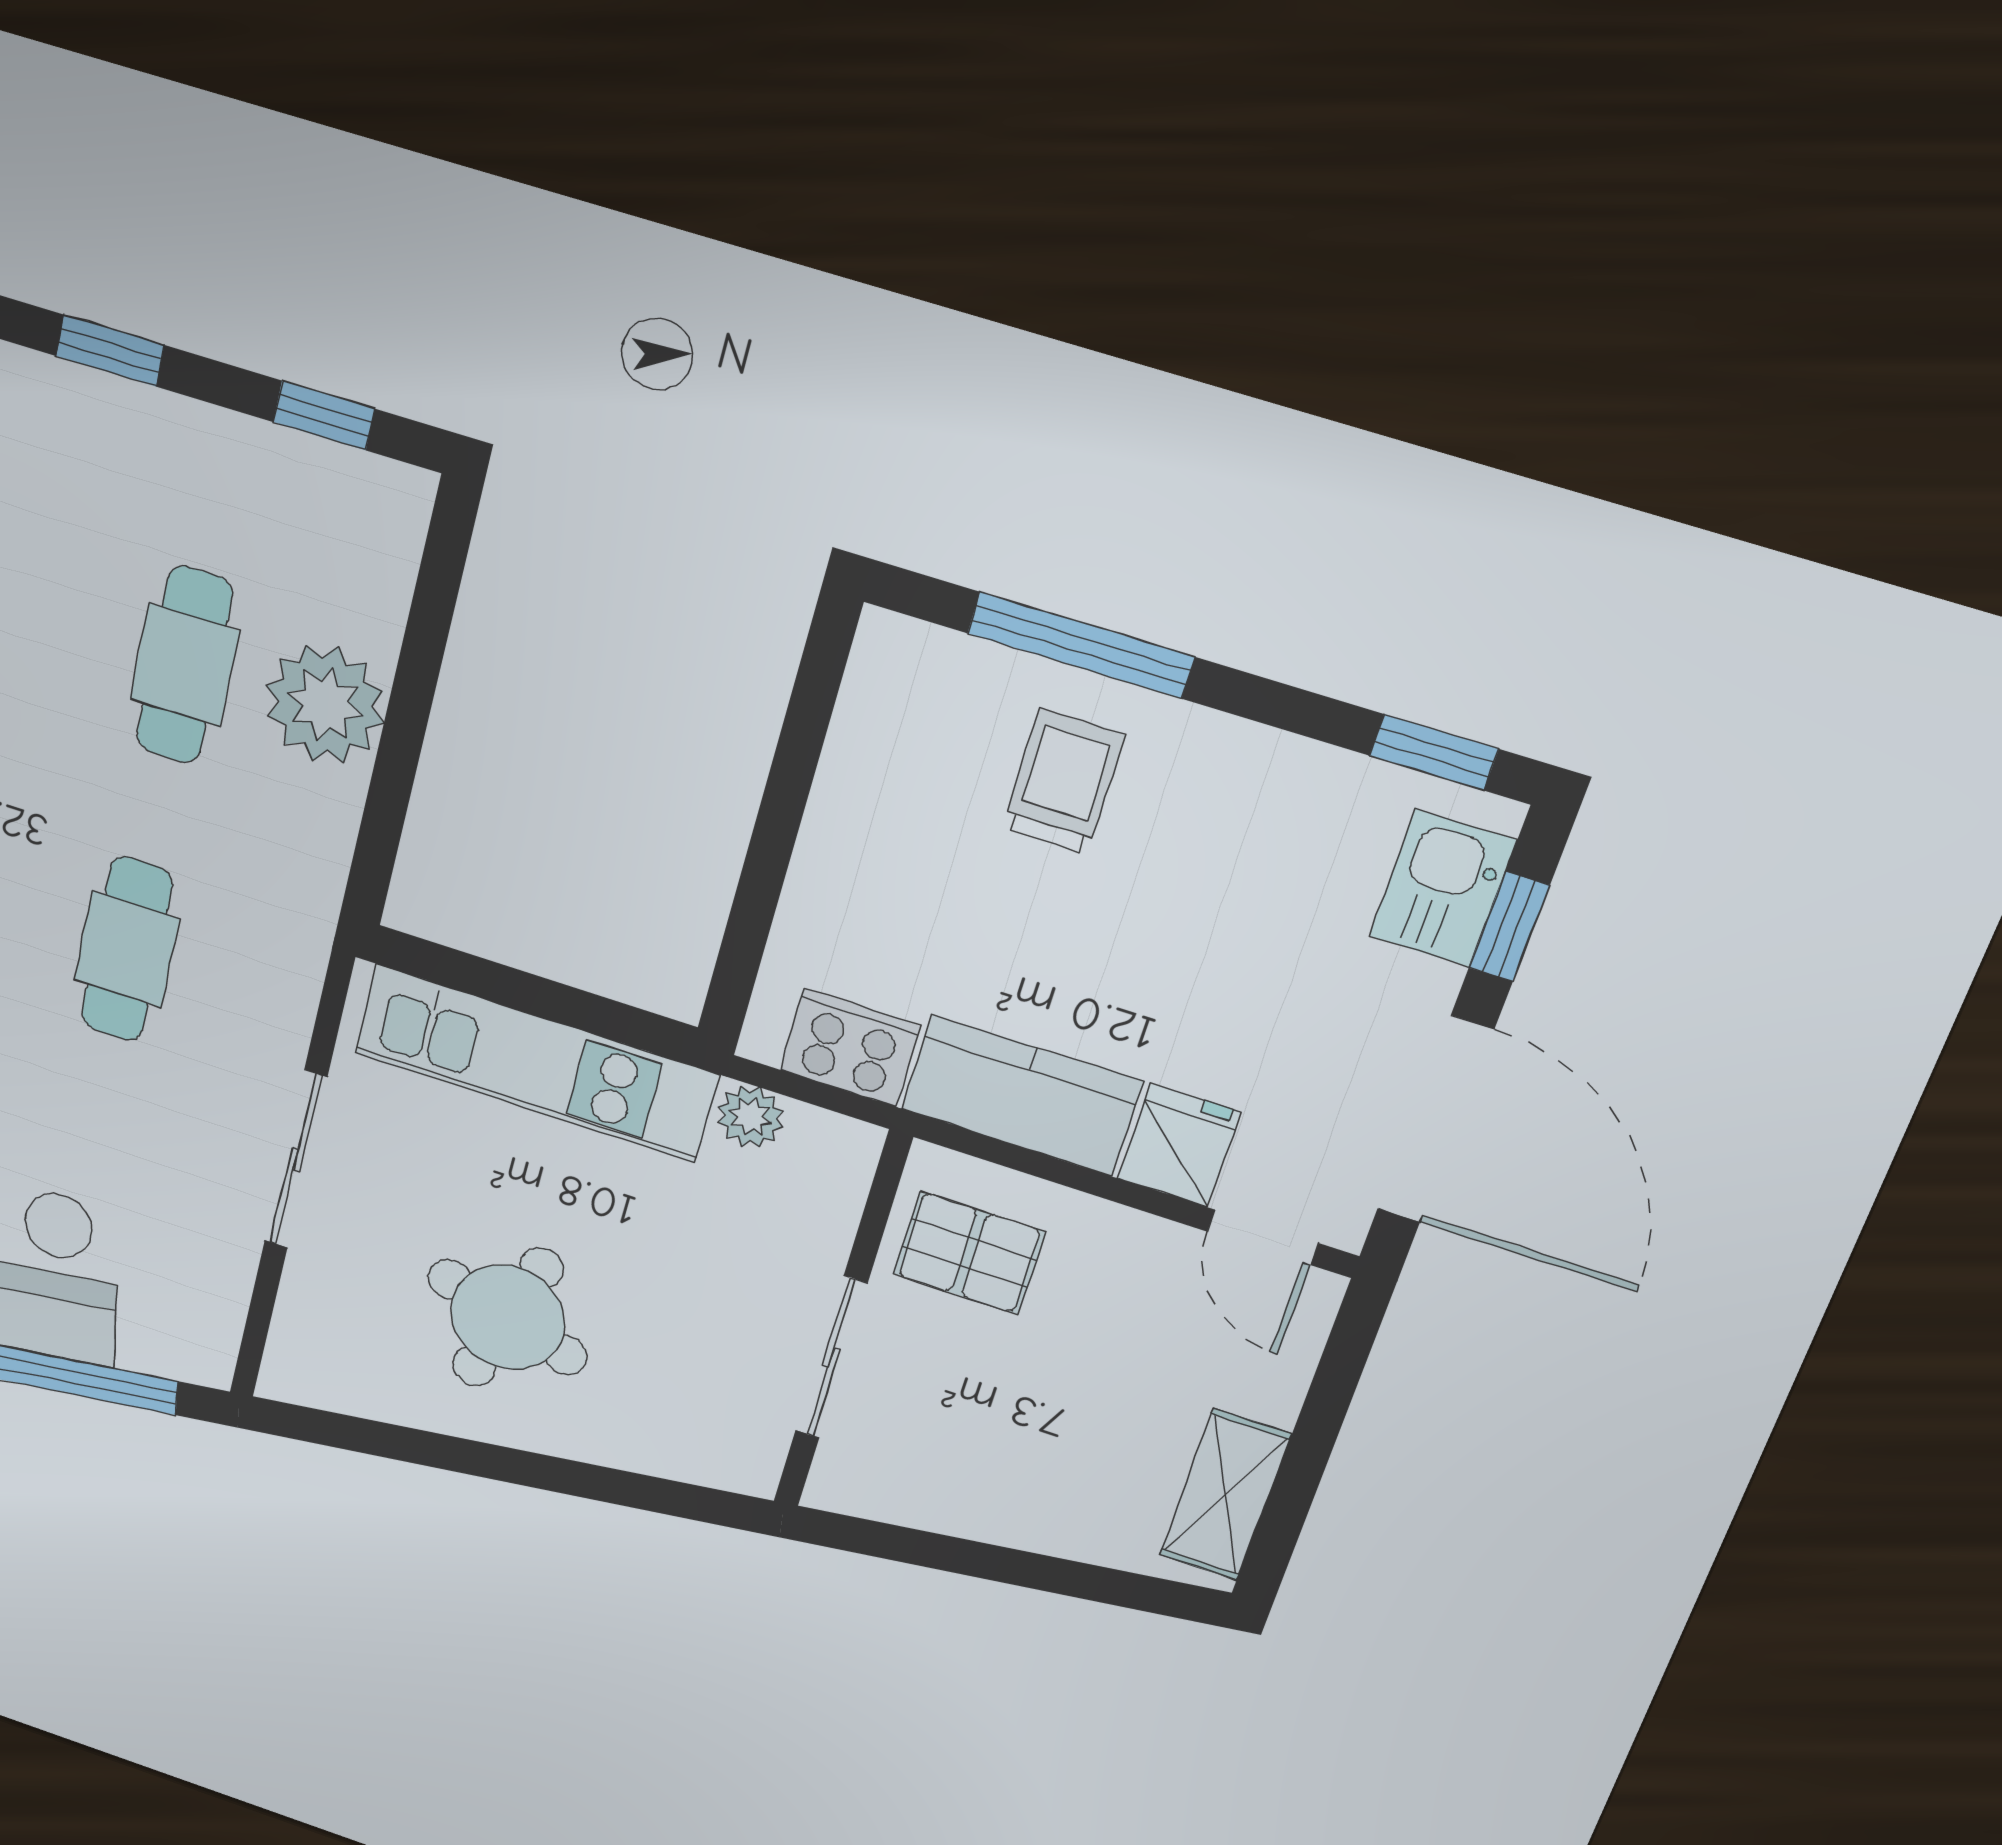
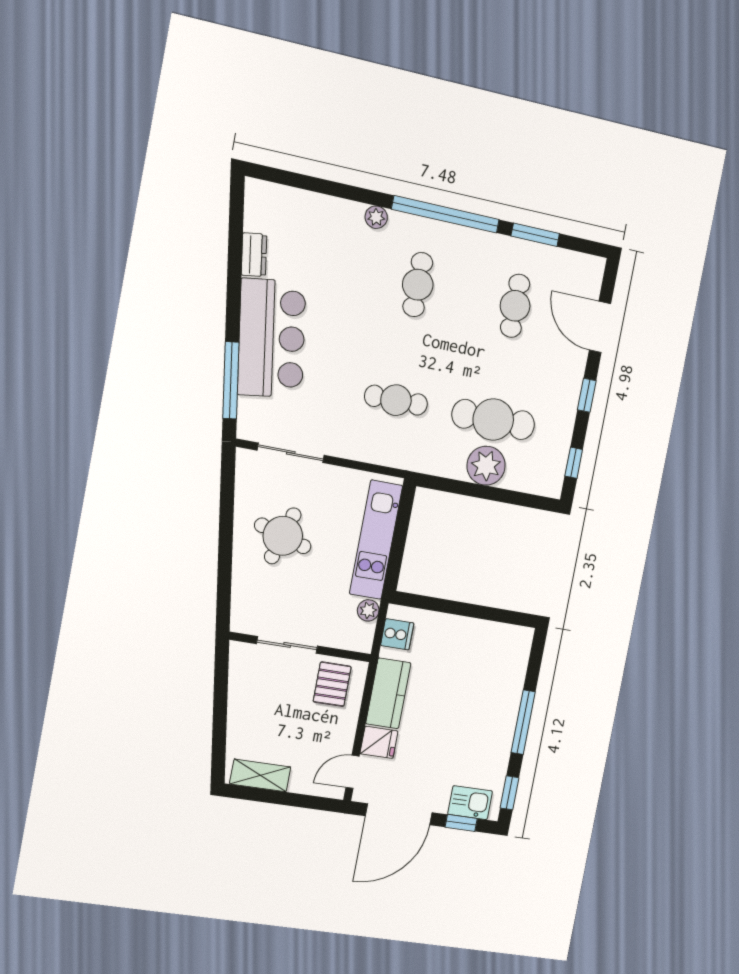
window: (1081, 645) -> (523, 722), moved
cafe table: (184, 665) -> (493, 420), width x1.37, depth x1.35
trolley: (1064, 782) -> (489, 692), removed
cooker: (850, 1048) -> (397, 634), width x0.73
sliding door: (296, 1159) -> (291, 453), moved

